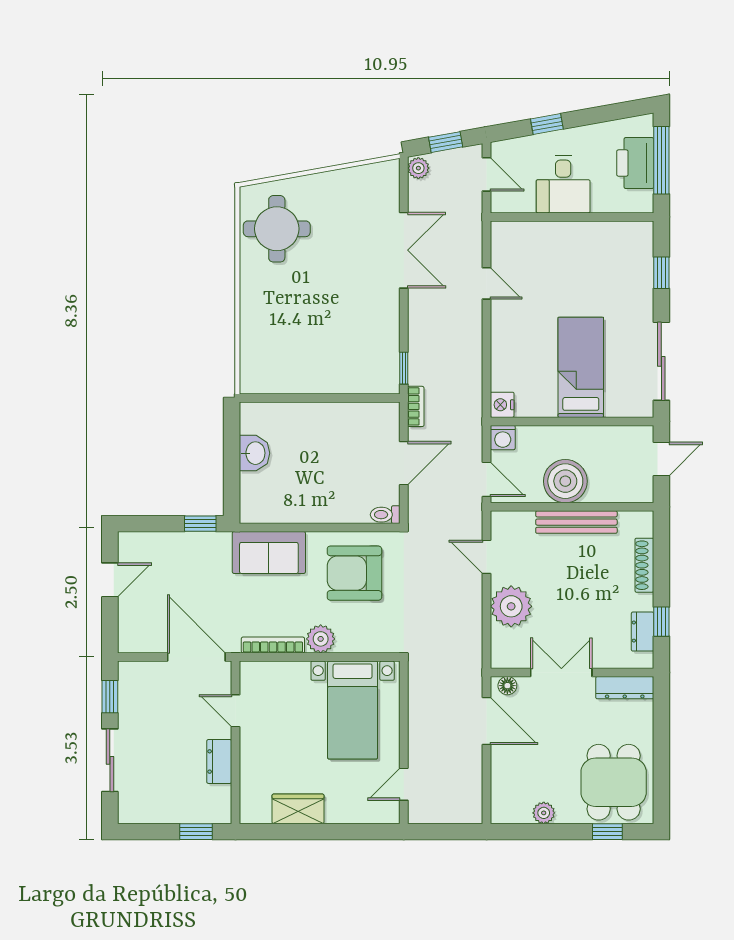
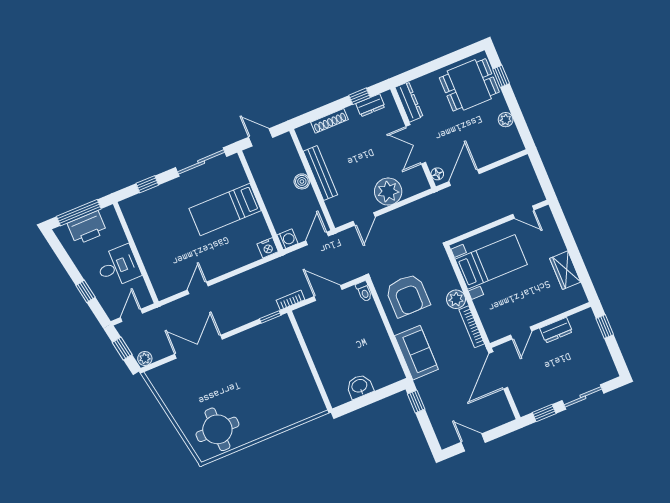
boiler: (565, 481) -> (302, 181), width x0.54, depth x0.54

